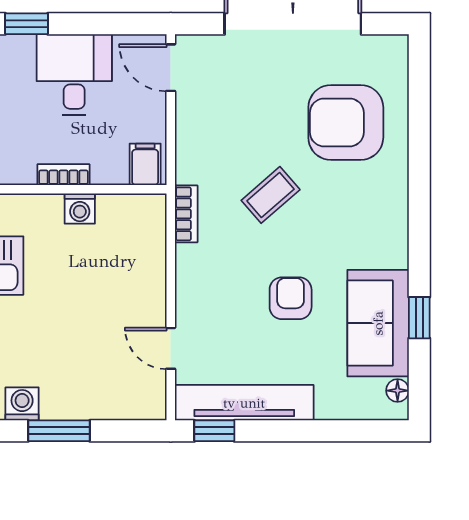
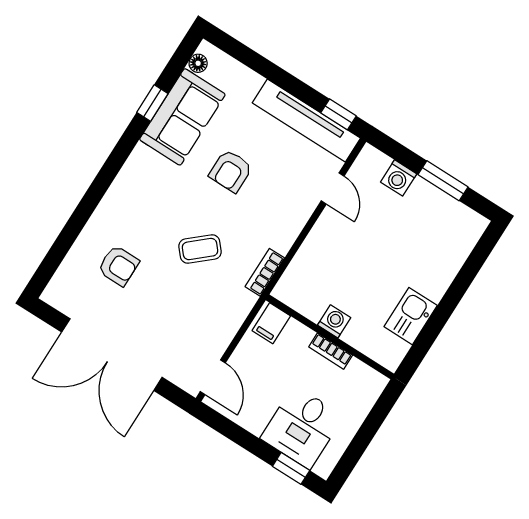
desk: (74, 75) -> (302, 427), moved
armchair: (346, 122) -> (118, 266), width x0.53, depth x0.53
washing machine: (22, 404) -> (399, 178), moved

